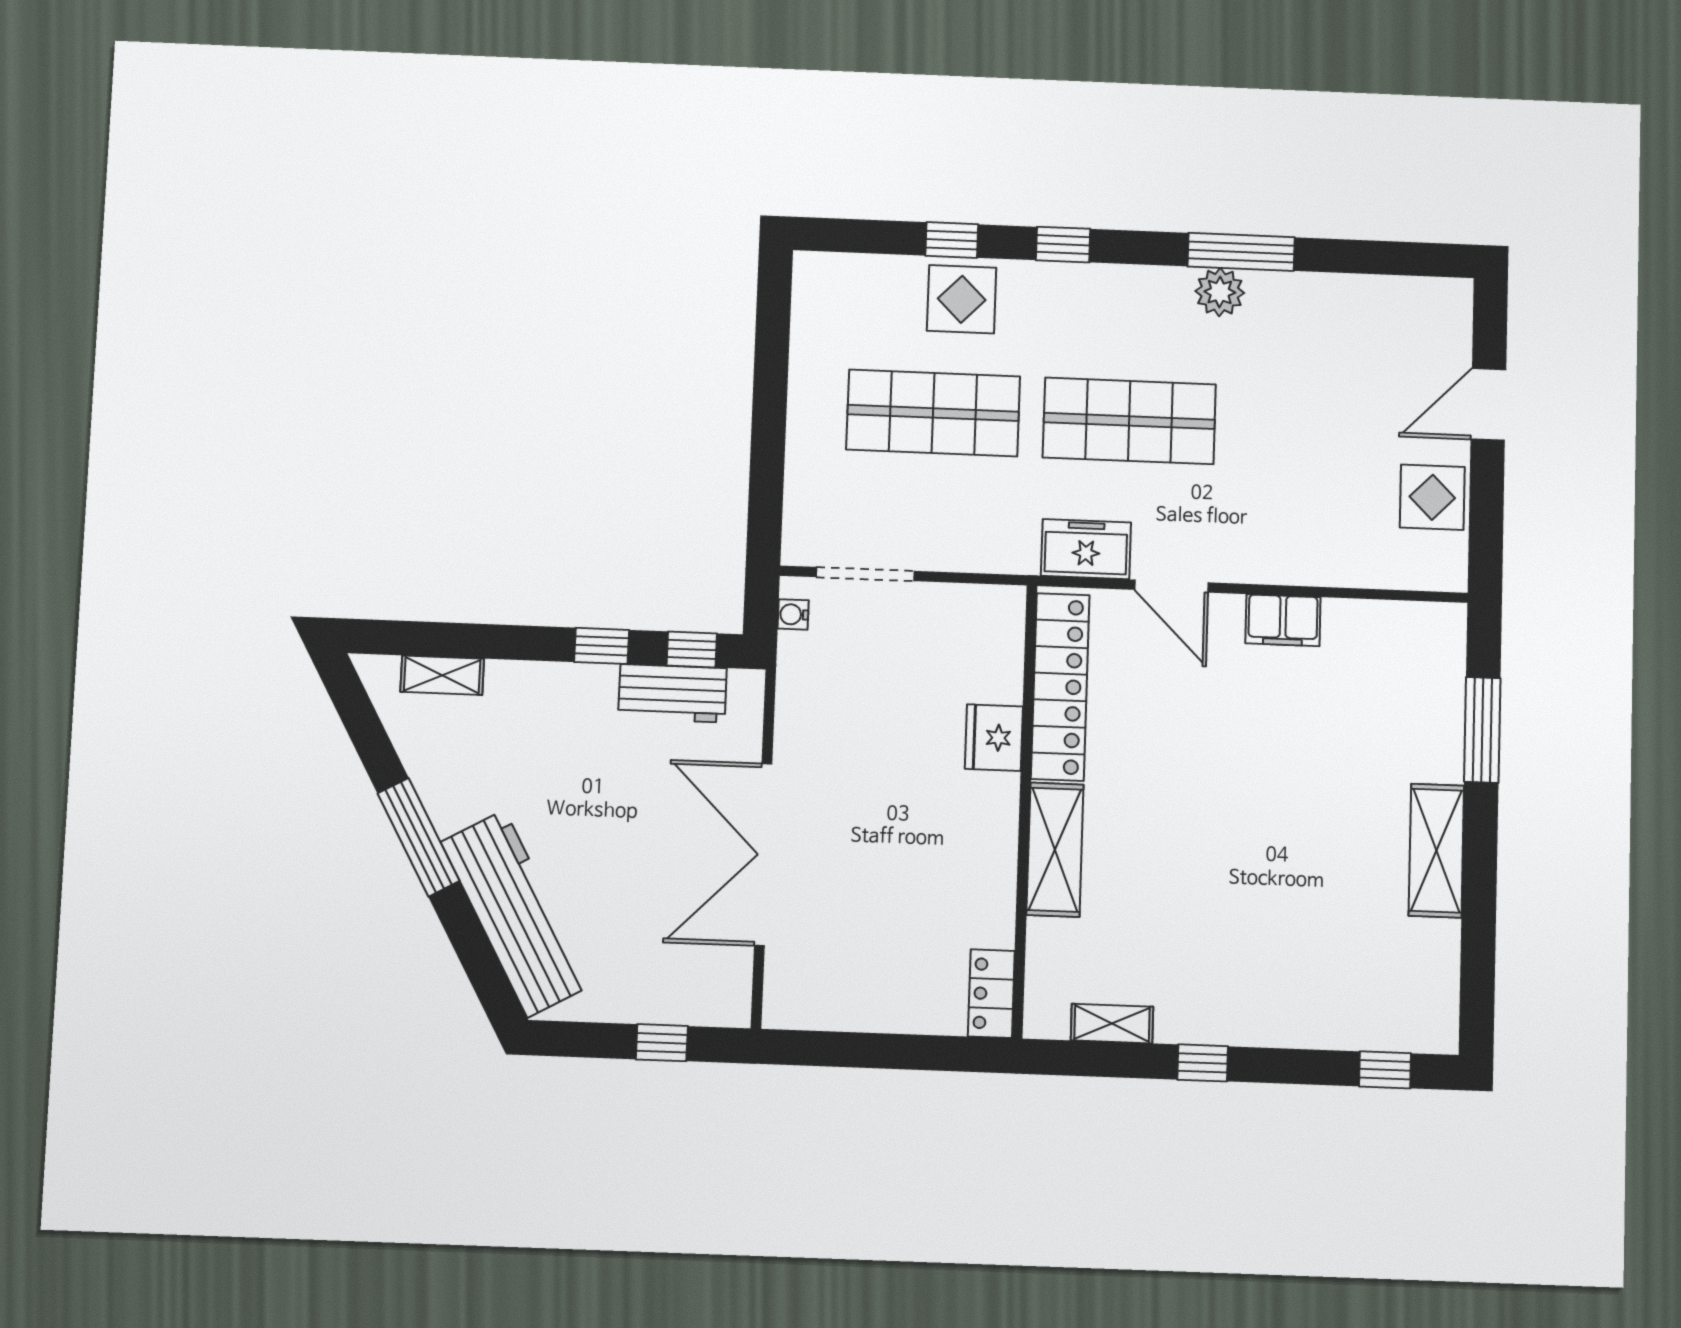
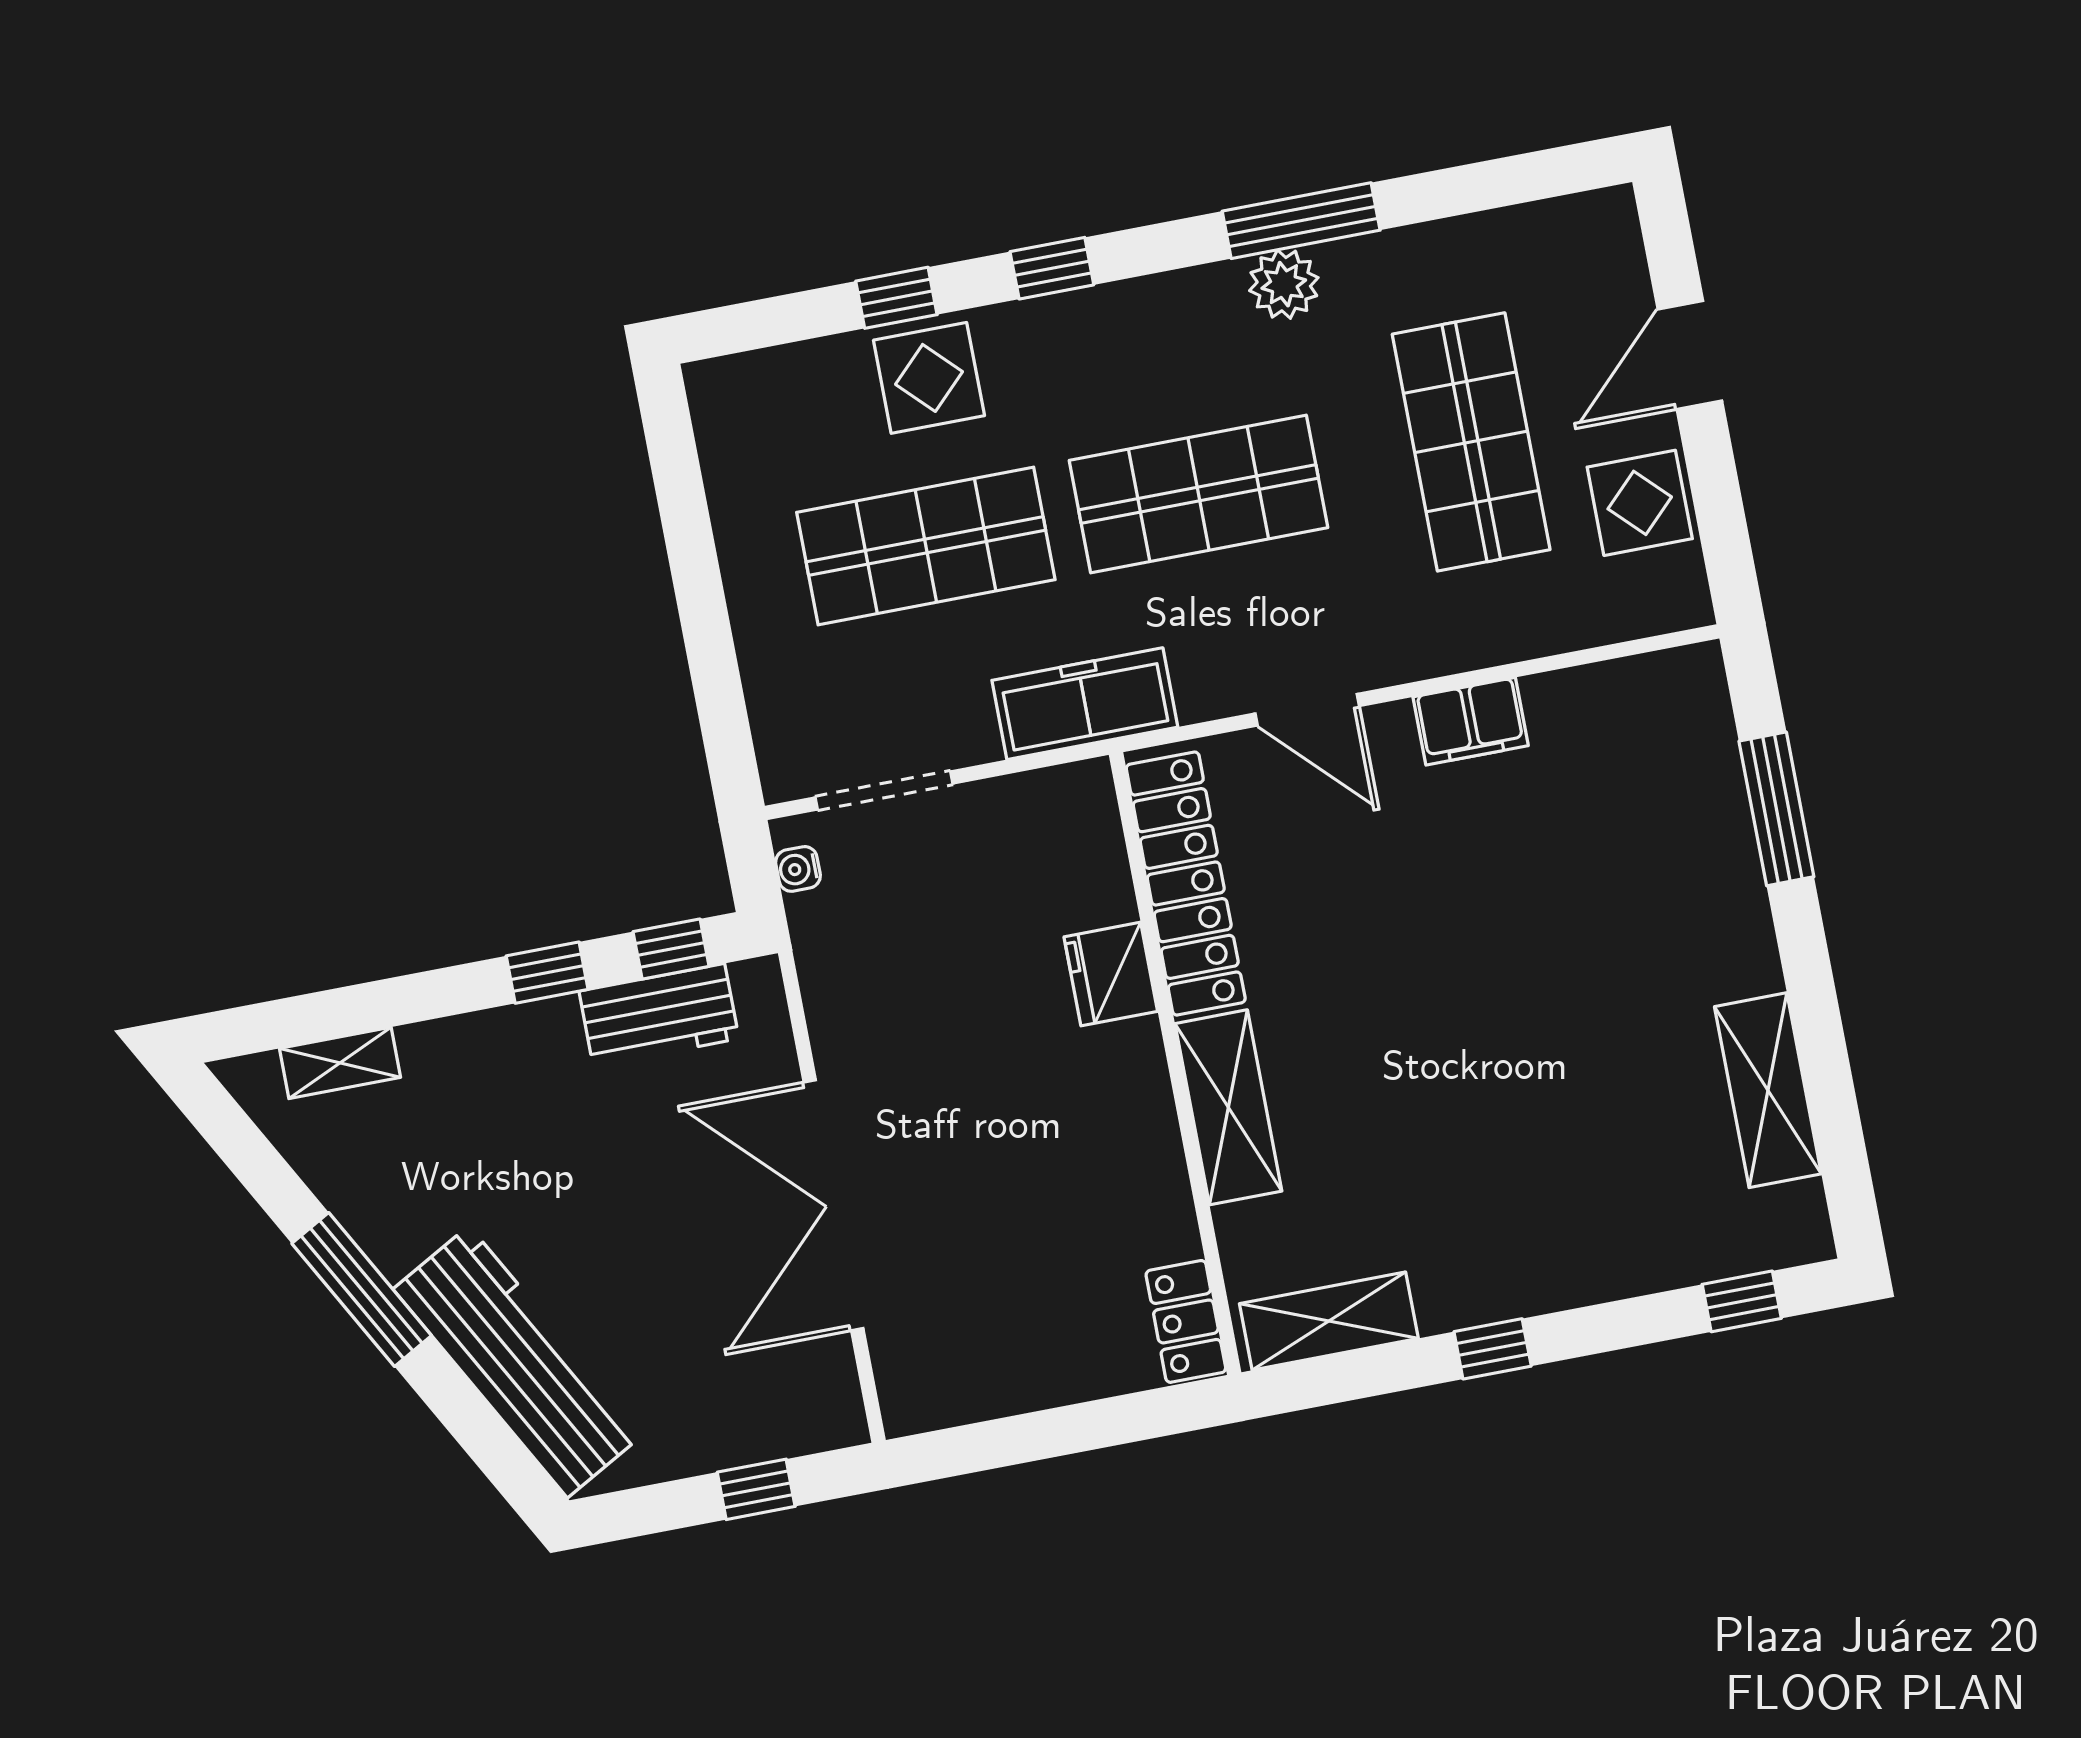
shop shelf: (1325, 429) -> (1471, 442), added
freezer: (1086, 549) -> (1085, 704), moved, width x1.40
shelving: (1436, 851) -> (1768, 1090), moved
shelving: (1112, 1024) -> (1329, 1321), width x1.50, depth x1.33

